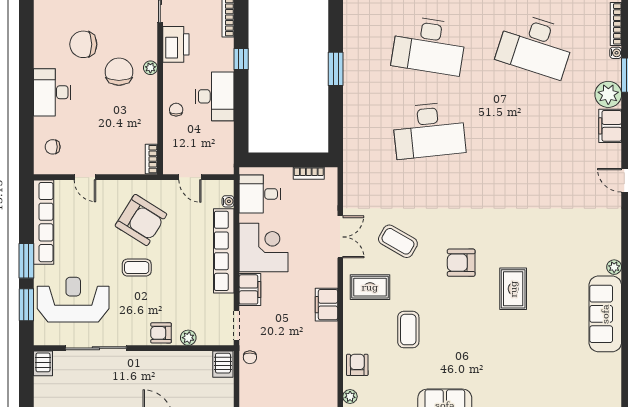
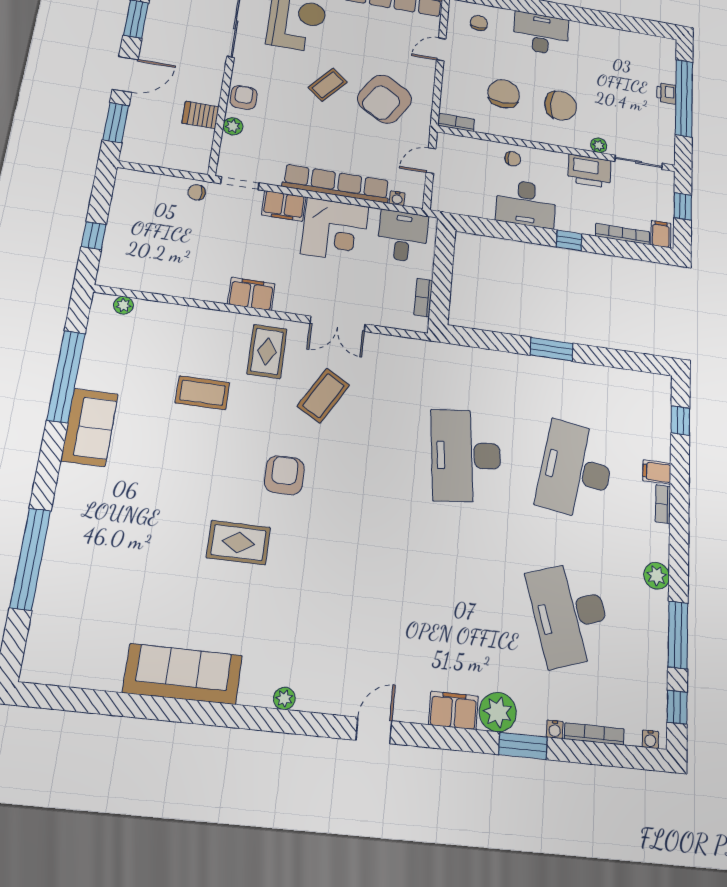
chair: (83, 44) -> (504, 94), moved
desk: (535, 45) -> (570, 614), turned -36
plant: (150, 68) -> (599, 145), moved
plant: (614, 267) -> (284, 698), moved
coffee table: (137, 268) -> (328, 85), turned 40
server rack: (223, 364) -> (200, 115), moved
armchair: (357, 365) -> (165, 321), removed

